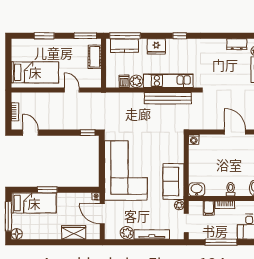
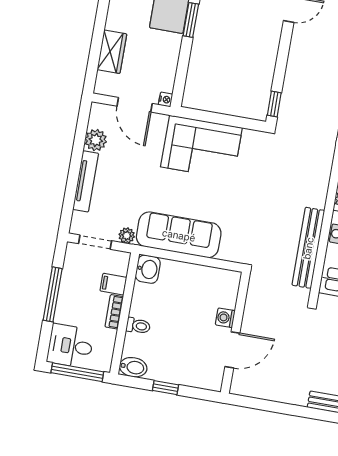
washing machine: (194, 139) -> (225, 318), moved
corner sofa: (126, 171) -> (201, 147), width x0.73, depth x0.74
sofa: (174, 181) -> (179, 235), width x1.36
door: (102, 214) -> (135, 105), swing flipped

